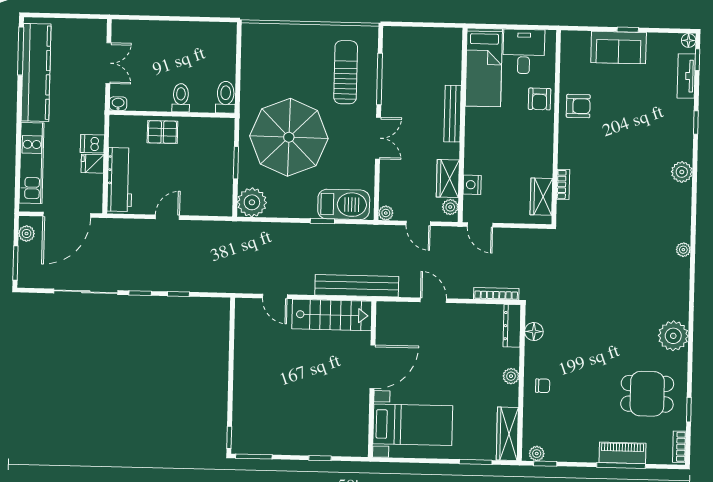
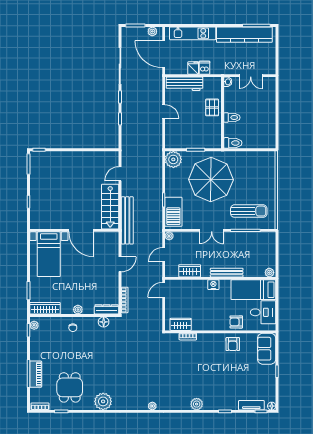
sofa: (619, 47) -> (267, 349), moved
nightstand: (472, 185) -> (213, 285), moved
plant: (450, 207) -> (269, 273), moved

